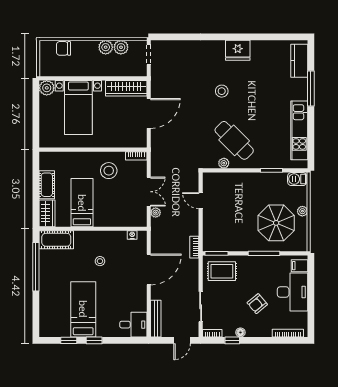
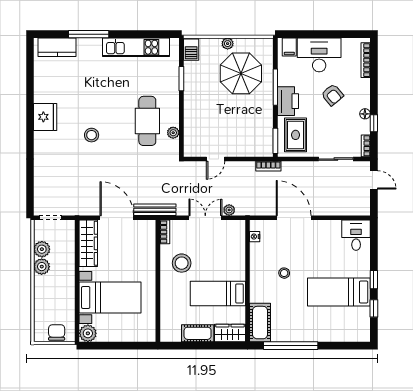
chair: (64, 48) -> (57, 332), moved, turned 180
cafe table: (234, 140) -> (147, 121), turned -45
printer: (252, 265) -> (288, 101), added
bench: (156, 319) -> (155, 210), moved

